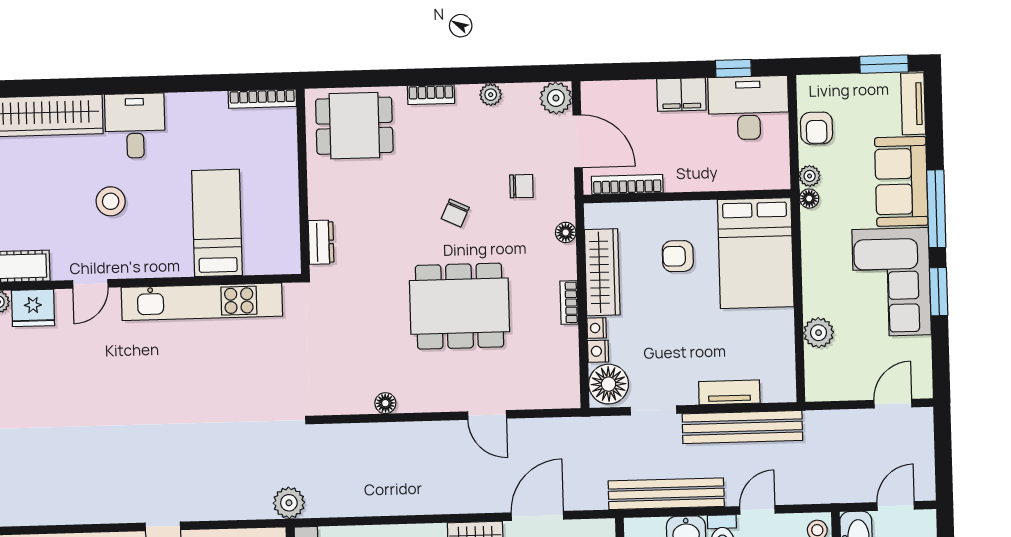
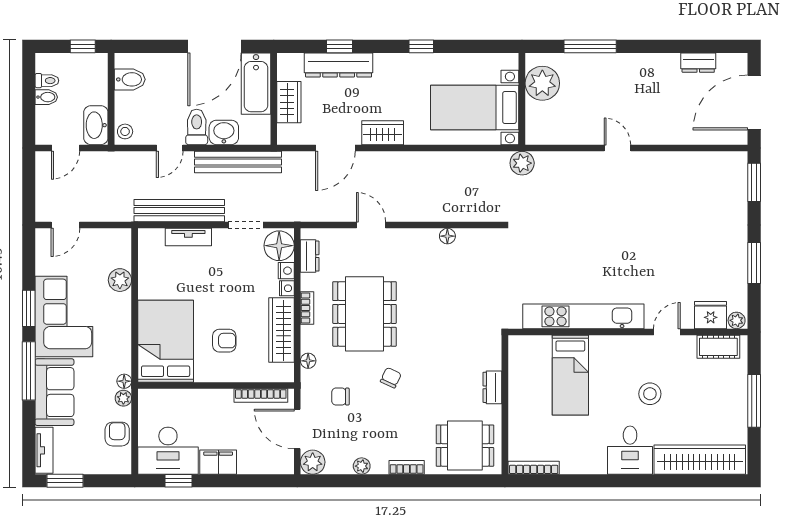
dresser: (321, 242) -> (492, 387), moved
dining table: (459, 306) -> (364, 314), moved, turned 90
dresser: (567, 372) -> (310, 256), added

